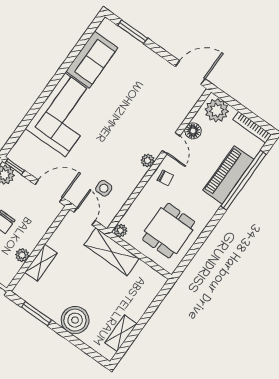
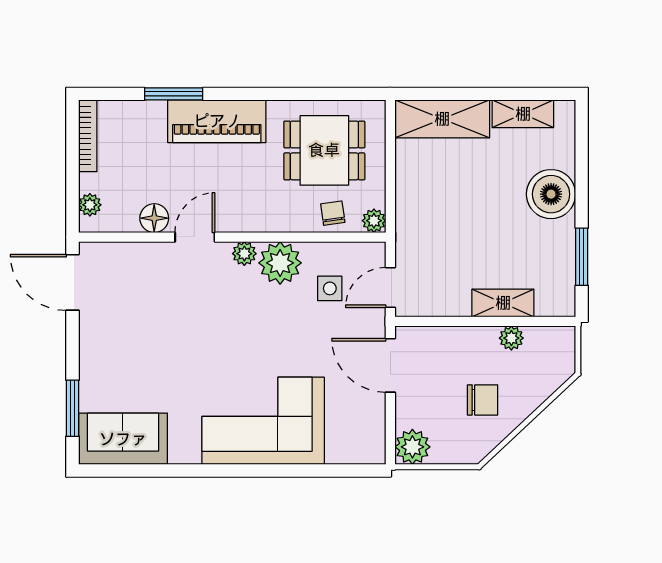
sofa: (92, 60) -> (123, 439), moved
plant: (217, 110) -> (90, 205), width x0.53, depth x0.53
window: (15, 167) -> (390, 440), removed
plant: (132, 174) -> (280, 263), added
piano: (228, 175) -> (217, 121), moved
chair: (165, 178) -> (333, 213), moved
window: (243, 180) -> (174, 94), width x0.47
shelving: (112, 252) -> (442, 119), moved, turned 90

